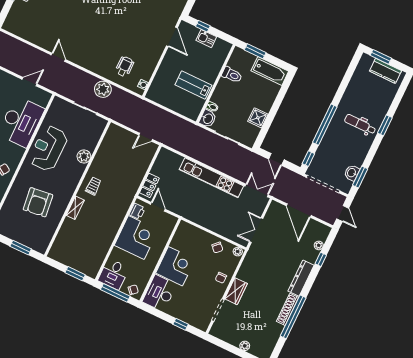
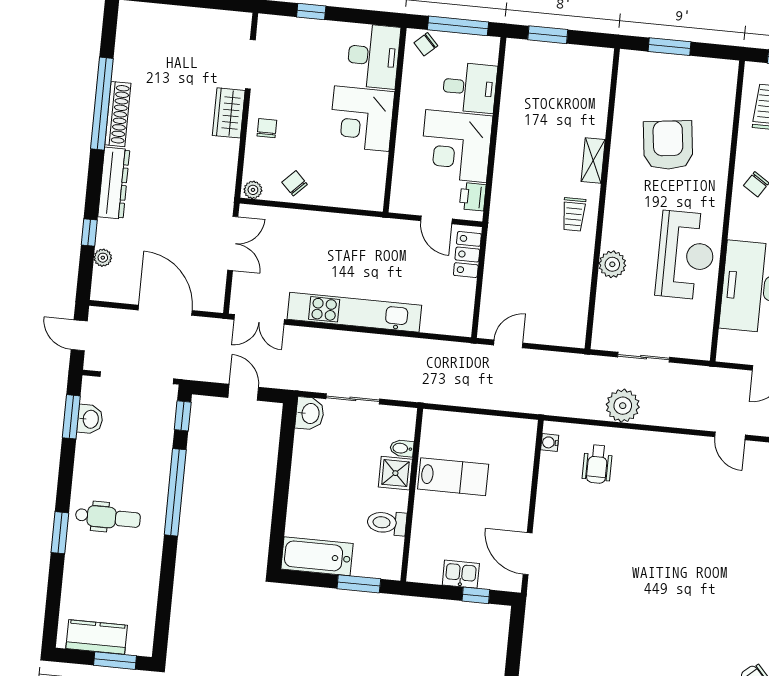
shower: (258, 118) -> (395, 473), moved
washbasin: (208, 119) -> (310, 413), moved, turned 180
desk: (114, 274) -> (470, 88), moved, turned 90
plant: (245, 346) -> (174, 15), removed

